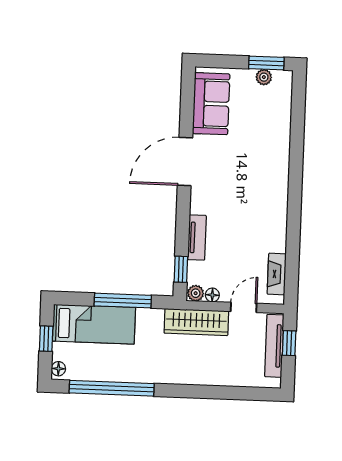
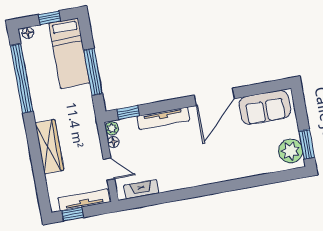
plant: (264, 77) -> (291, 151), width x1.87, depth x1.87
door: (185, 161) -> (214, 97), swing flipped
tv unit: (197, 238) -> (163, 118), width x1.41
wardrobe: (196, 322) -> (49, 147), moved, turned 180
window: (289, 343) -> (72, 214), moved

